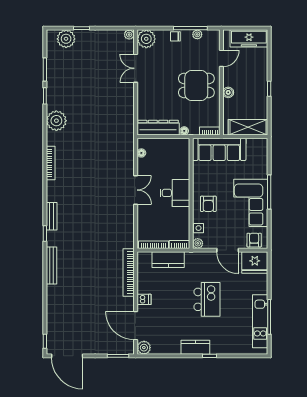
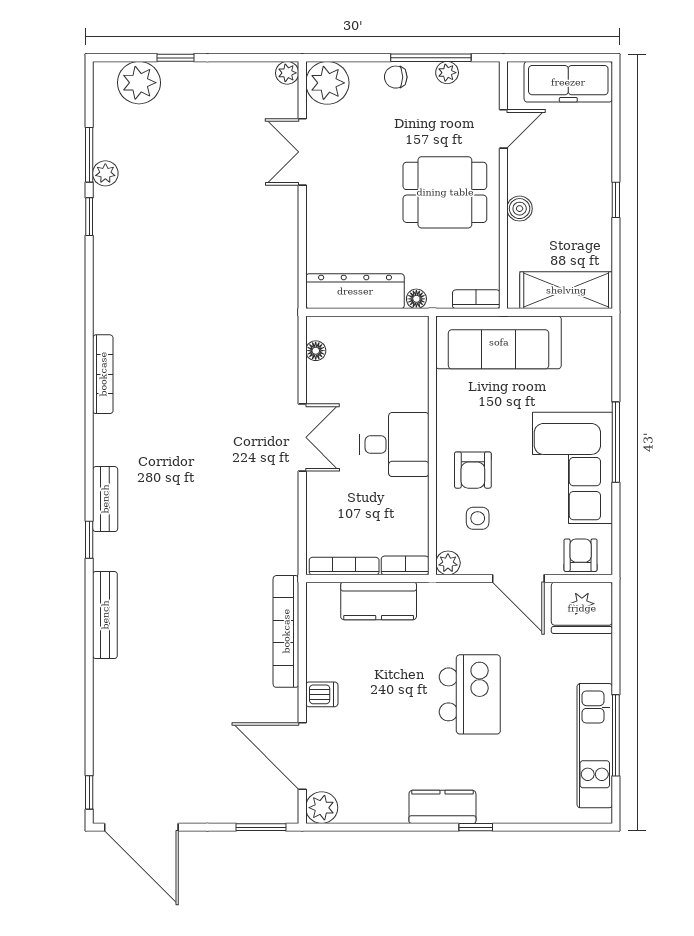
plant: (56, 121) -> (105, 173), moved, width x0.53, depth x0.53
side table: (198, 228) -> (478, 518), moved

